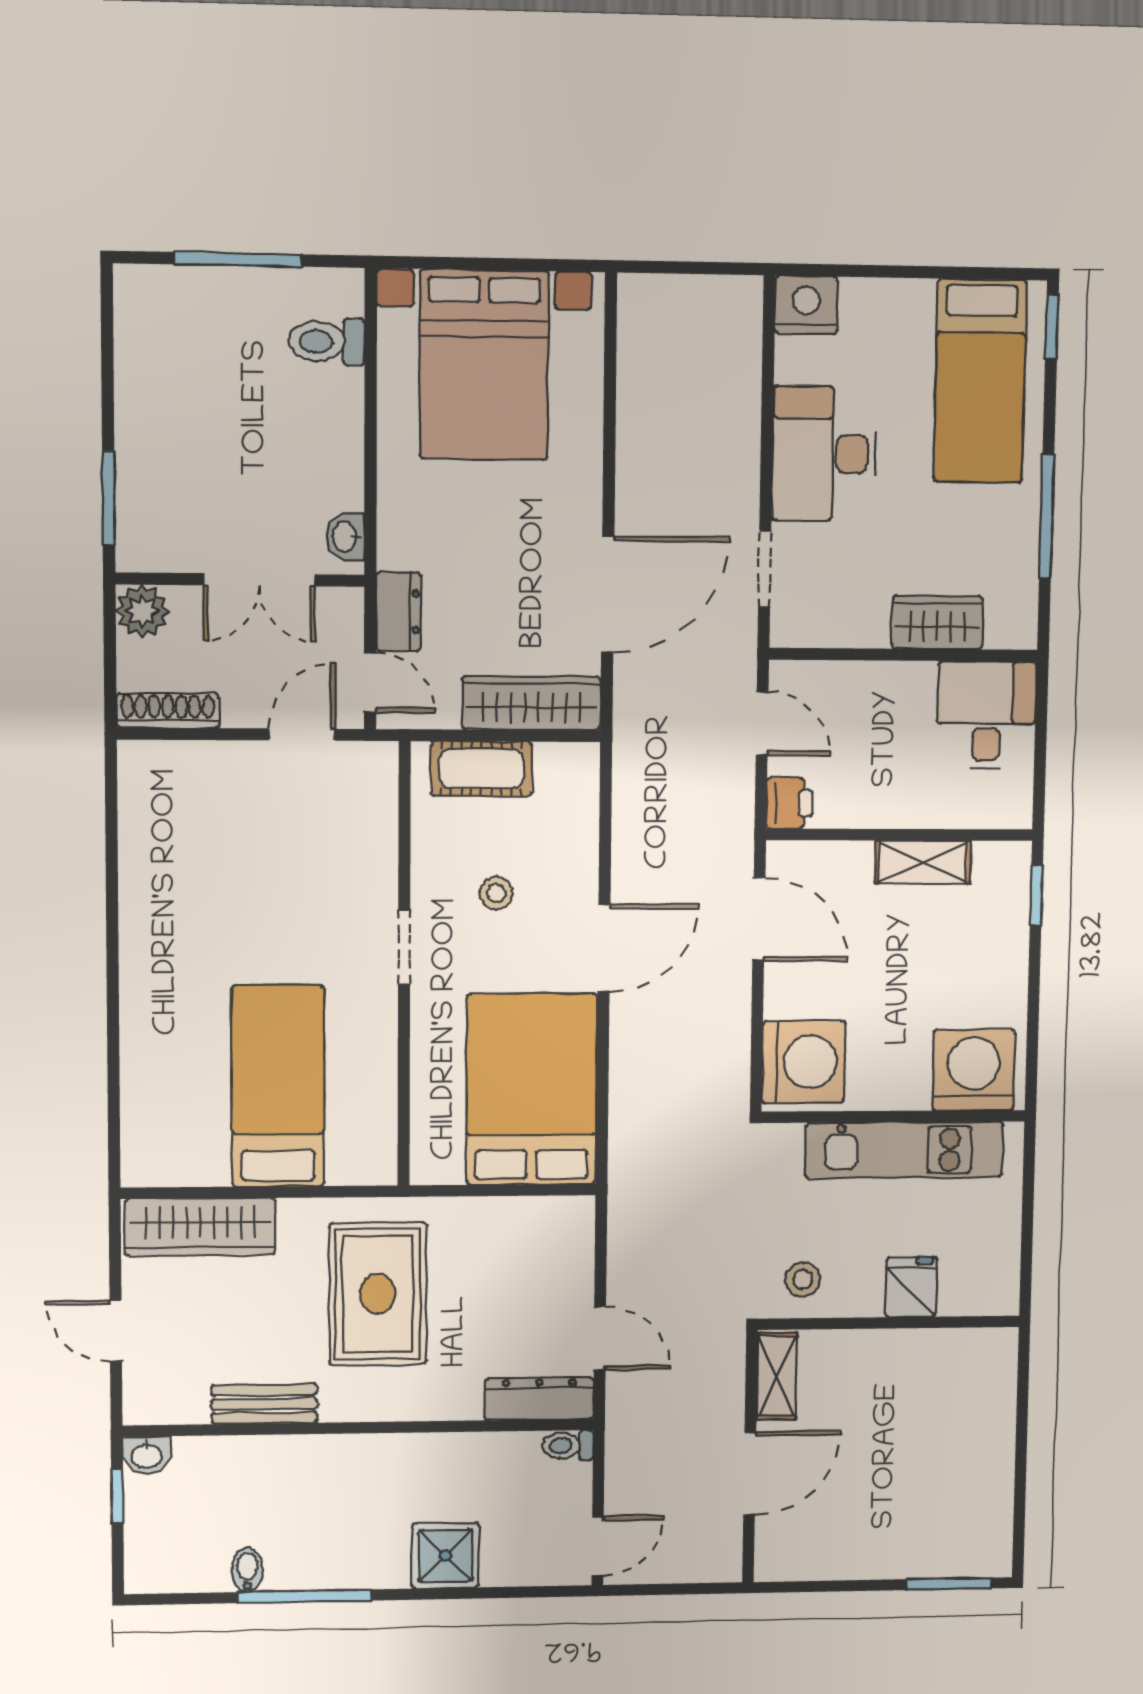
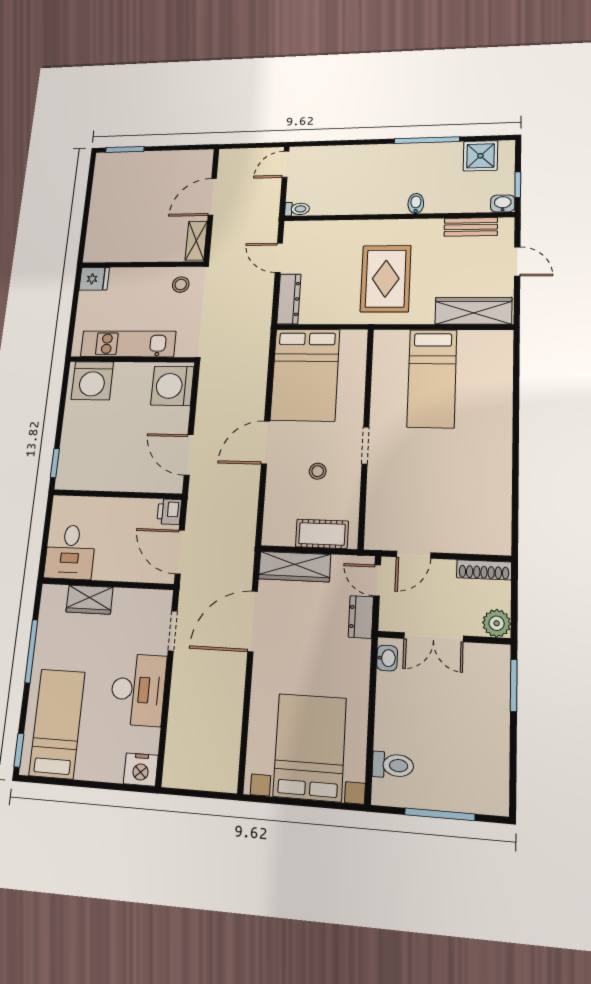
double door: (259, 580) -> (433, 637), swing flipped
door: (762, 723) -> (180, 552), width x1.38
shelving: (923, 862) -> (107, 481), removed
fridge: (911, 1287) -> (94, 279), moved, turned -90
dresser: (539, 1399) -> (289, 299), moved, turned -90
bench: (264, 1404) -> (471, 227), moved
shower: (445, 1555) -> (480, 156), moved
bidet: (247, 1570) -> (416, 204), moved, turned 180

